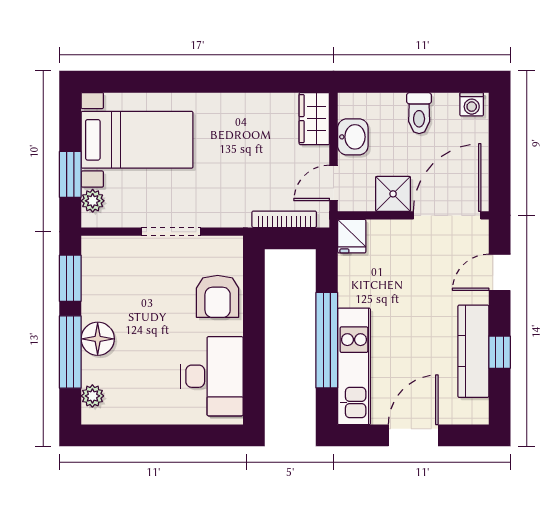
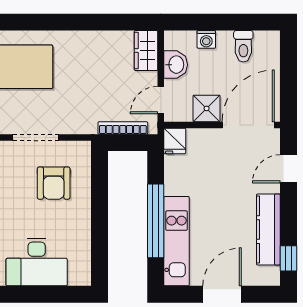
washing machine: (472, 104) -> (206, 39), moved
toilet: (419, 113) -> (243, 46), moved
armchair: (218, 296) -> (54, 183), moved
window: (500, 352) -> (289, 258), moved
desk: (212, 376) -> (37, 262), moved, turned 90

